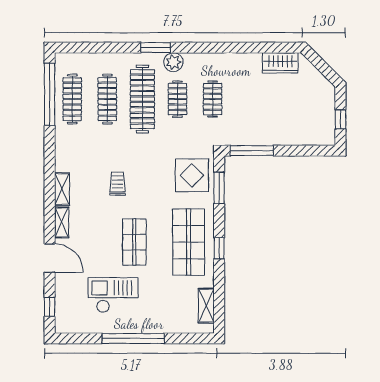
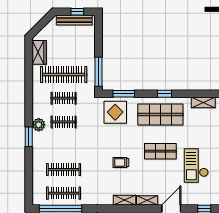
clothes rail: (142, 99) -> (64, 74), moved
bench: (328, 115) -> (74, 20), added

